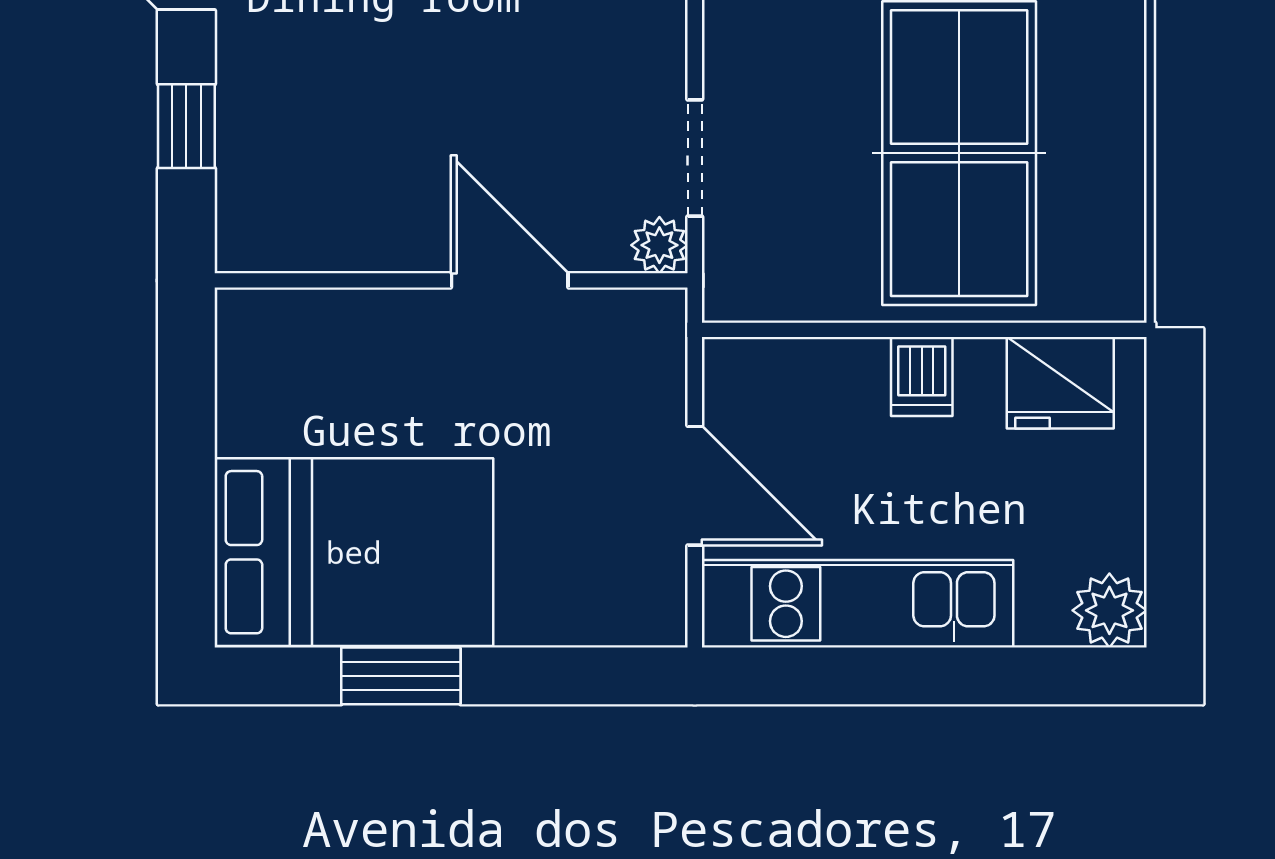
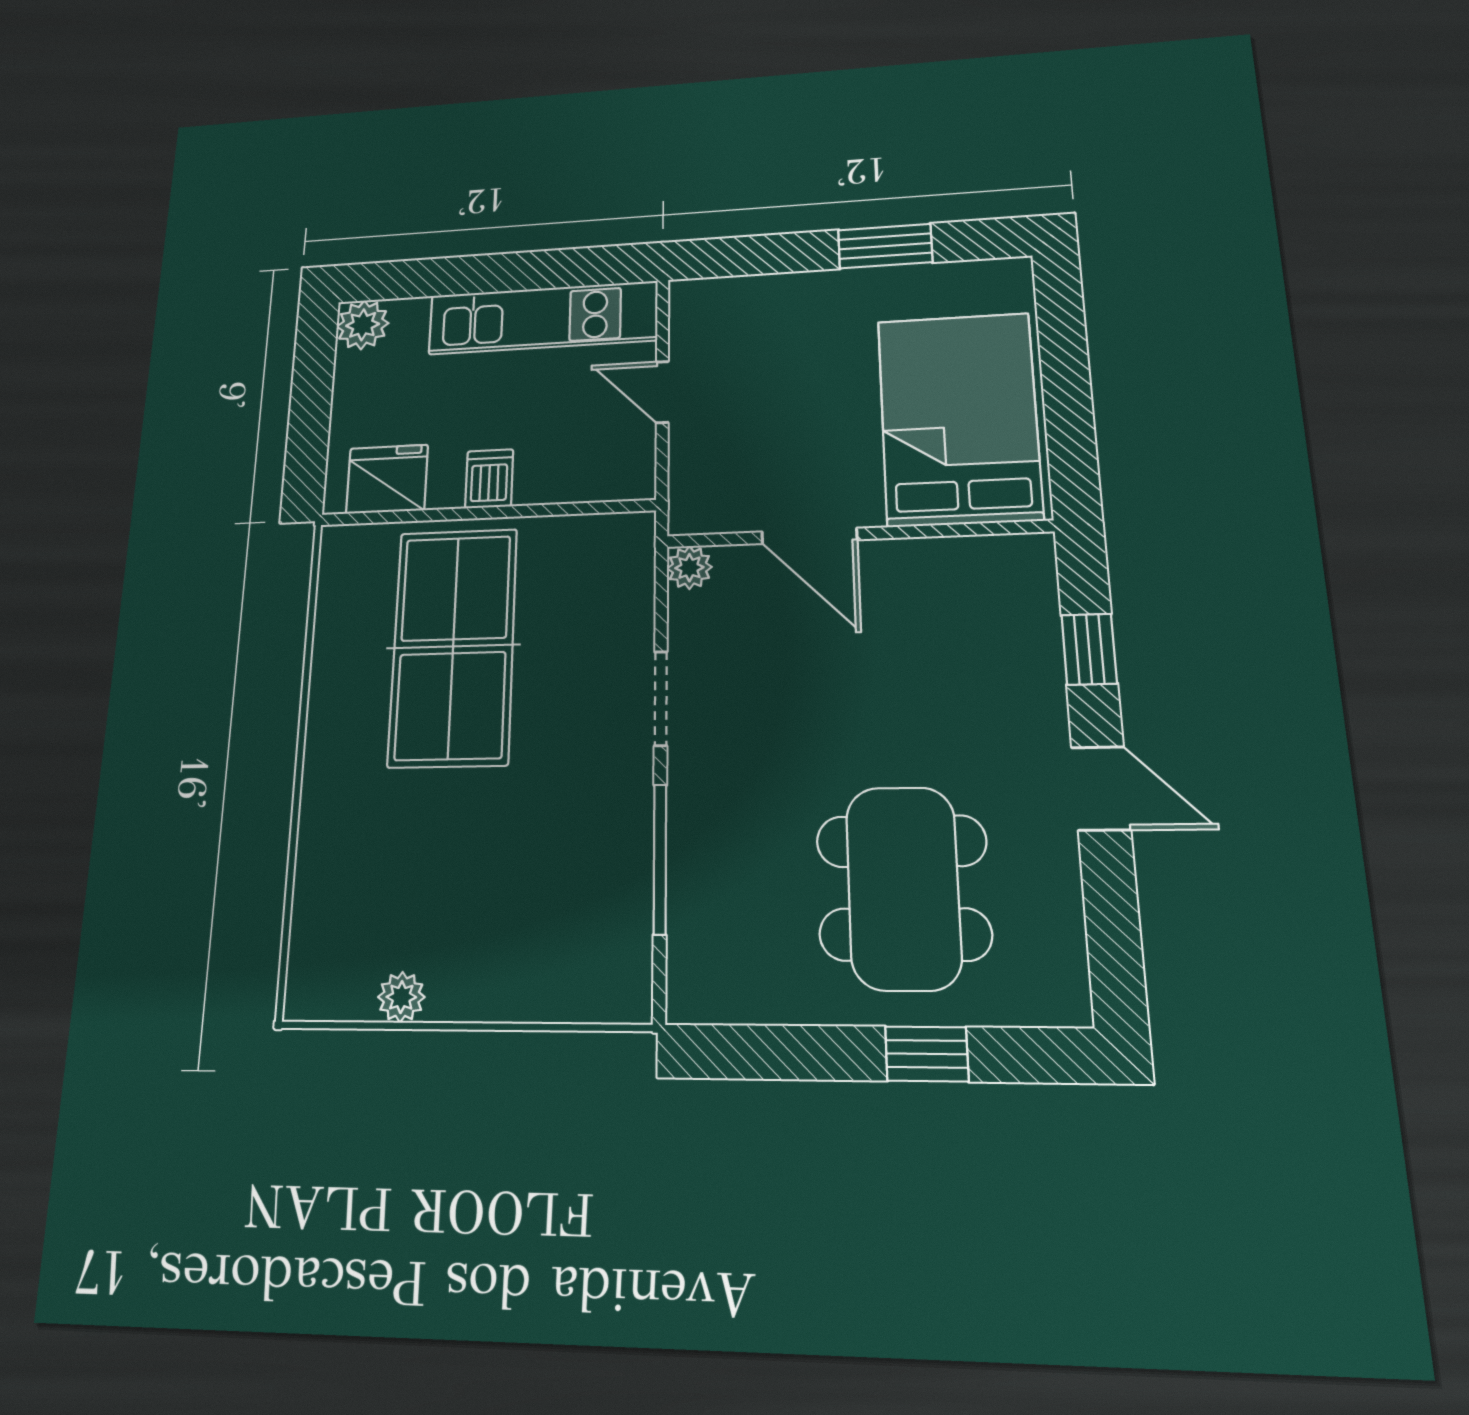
doorway: (695, 158) -> (661, 698), moved
door: (695, 486) -> (662, 392), width x0.73
bed: (354, 552) -> (959, 419), moved, turned 90

